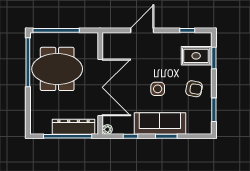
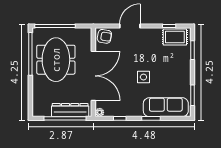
rug: (196, 56) -> (175, 37), moved
meeting table: (57, 69) -> (56, 60), turned 90
armchair: (194, 89) -> (104, 36), moved
sofa: (160, 123) -> (166, 107), moved

